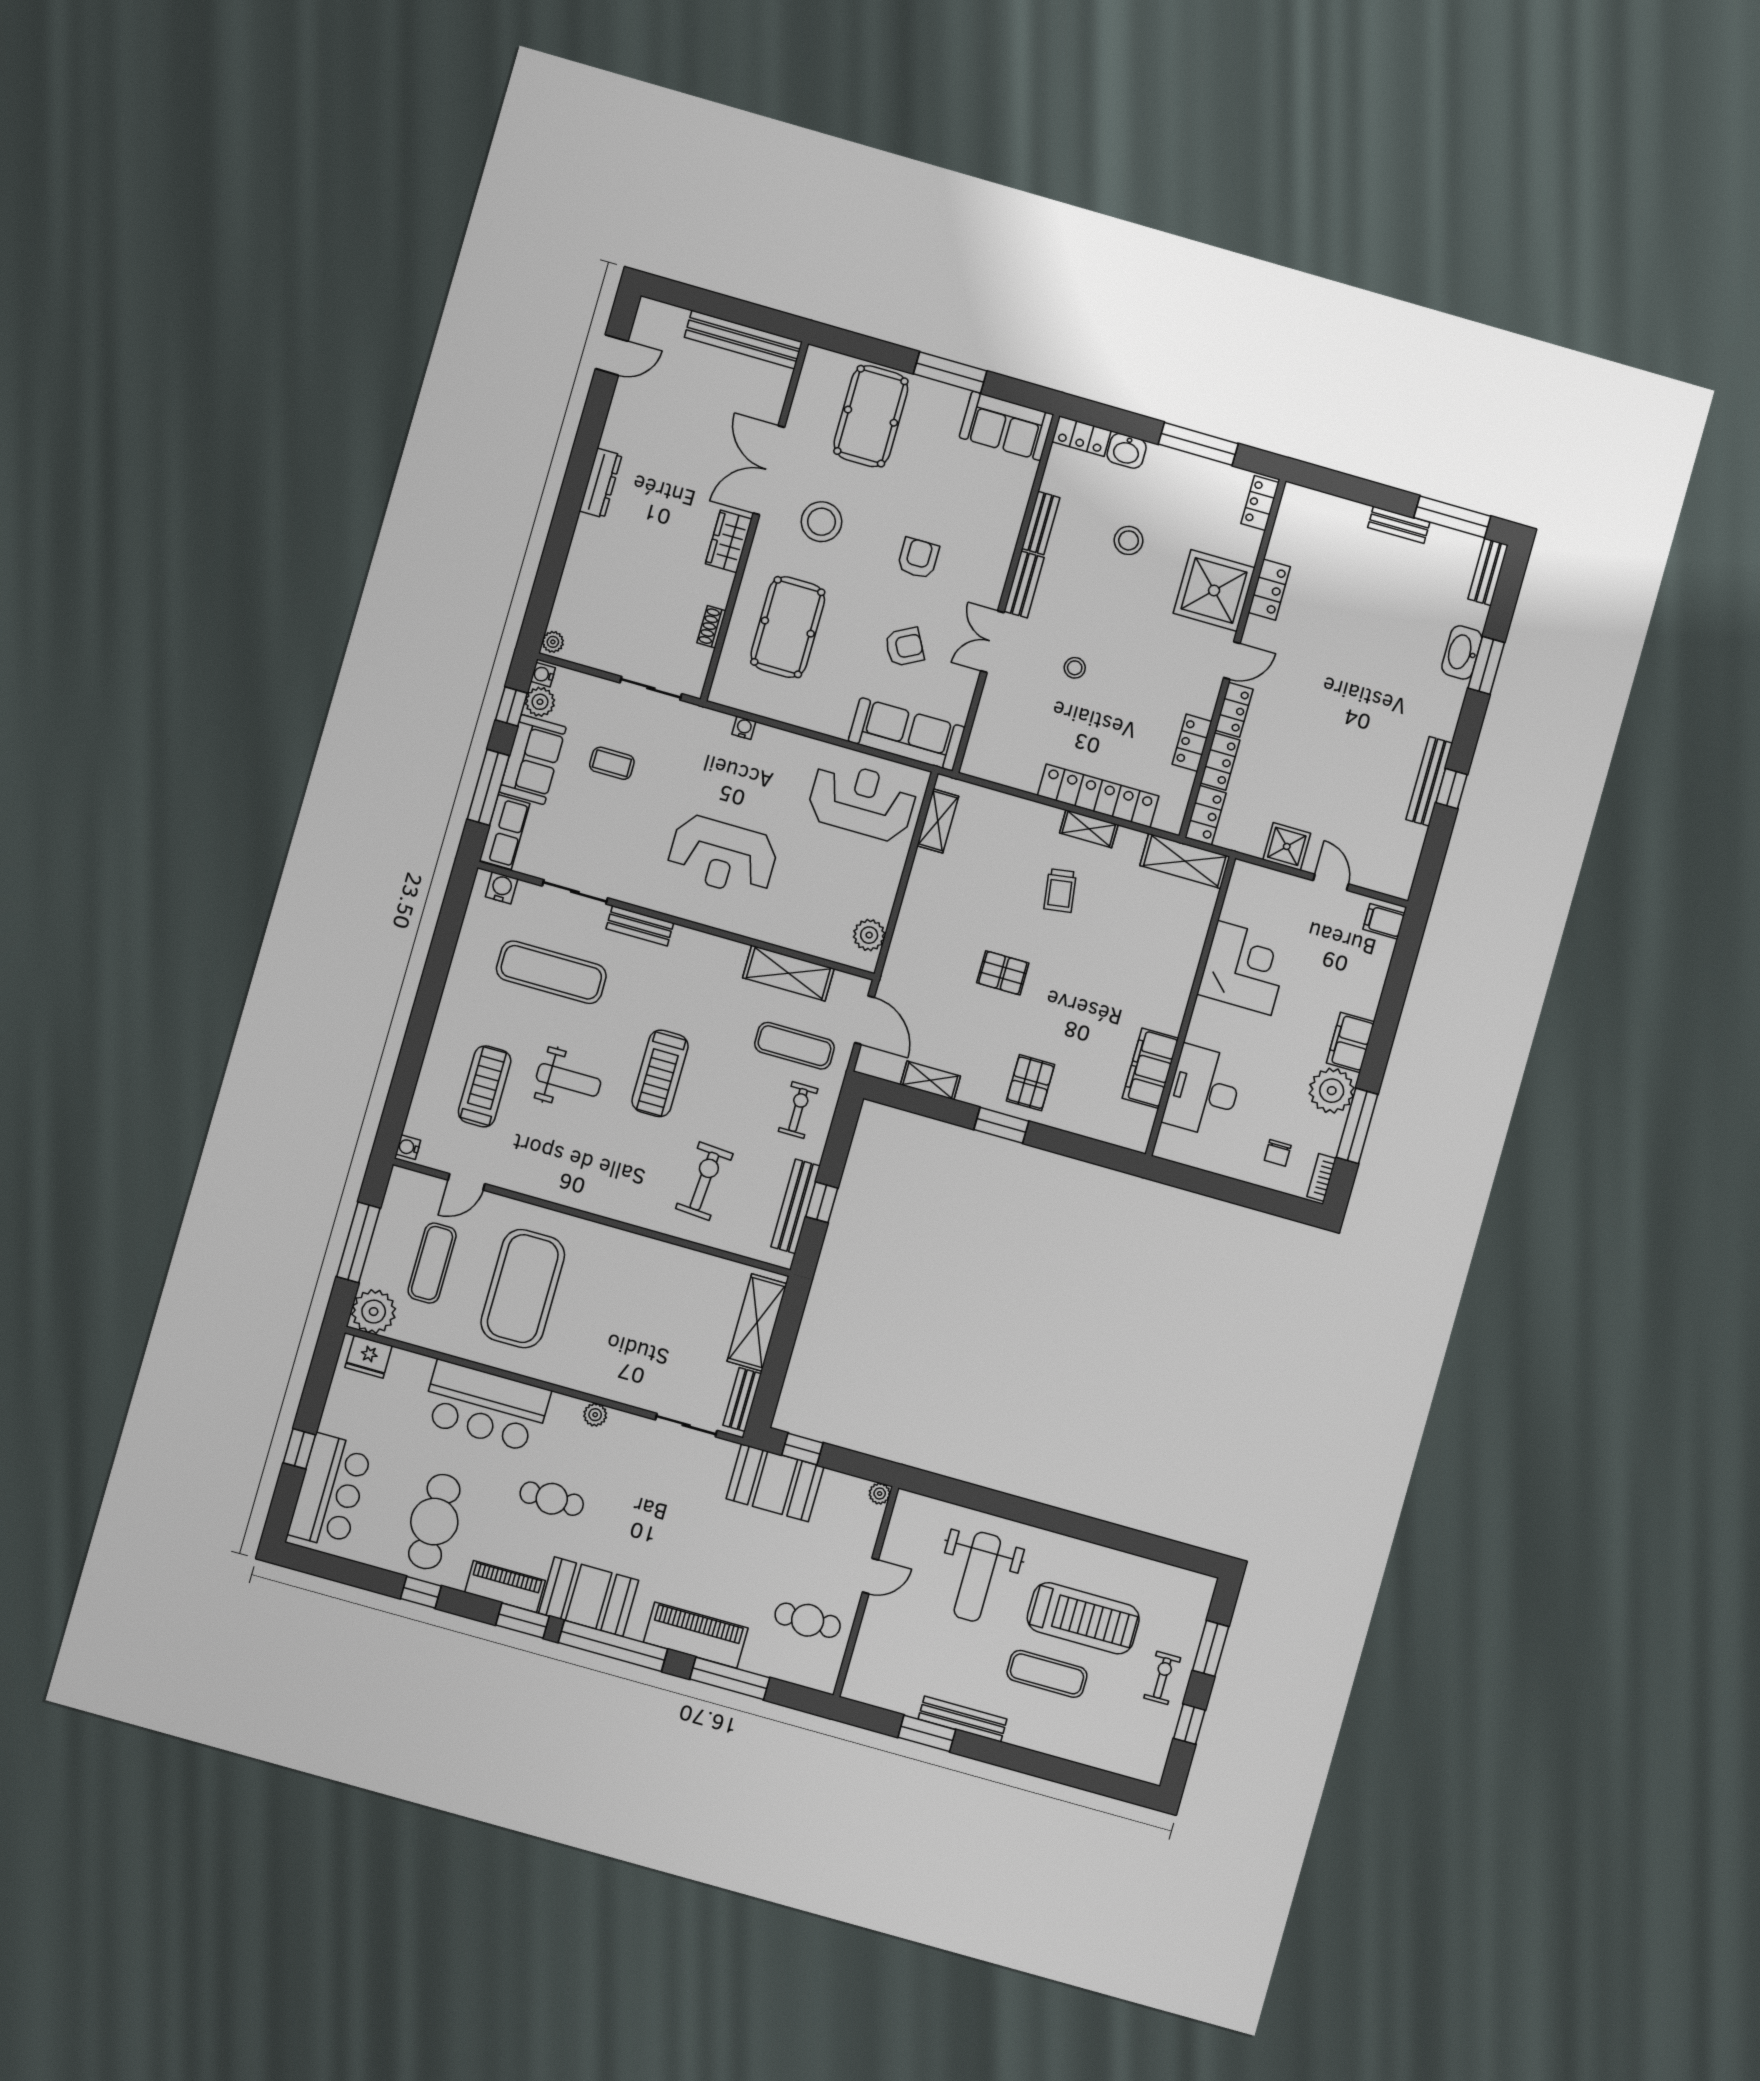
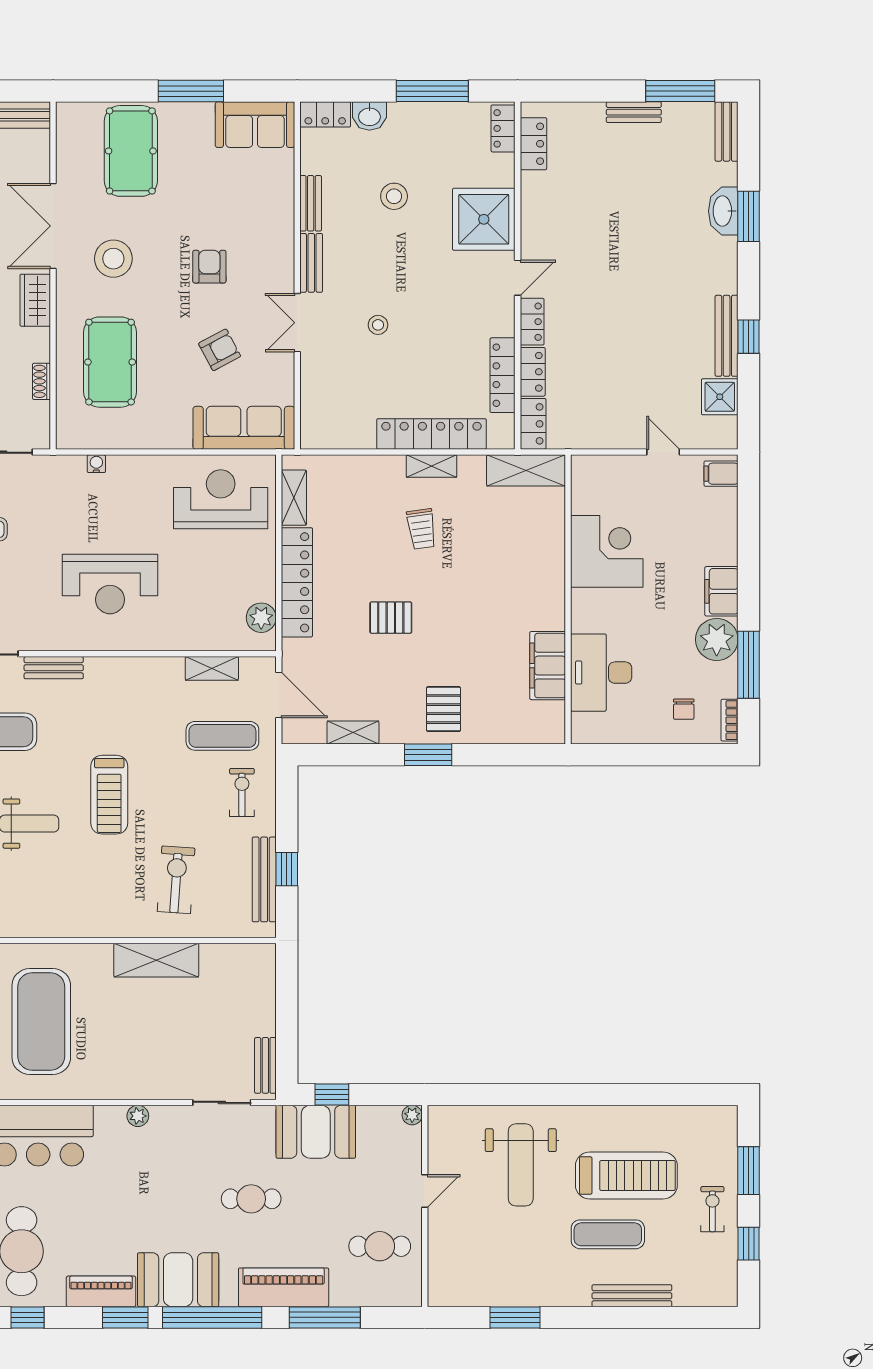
locker: (1269, 590) -> (533, 144), moved
locker: (1192, 743) -> (503, 375), width x1.53
shower: (1287, 846) -> (720, 397), moved
locker: (916, 909) -> (297, 582), added
shelving: (788, 973) -> (212, 668), width x0.67, depth x0.75
shelving: (757, 1323) -> (156, 960), moved, turned 90
cafe table: (552, 1499) -> (251, 1199), moved
bench: (963, 1719) -> (632, 1296), moved

